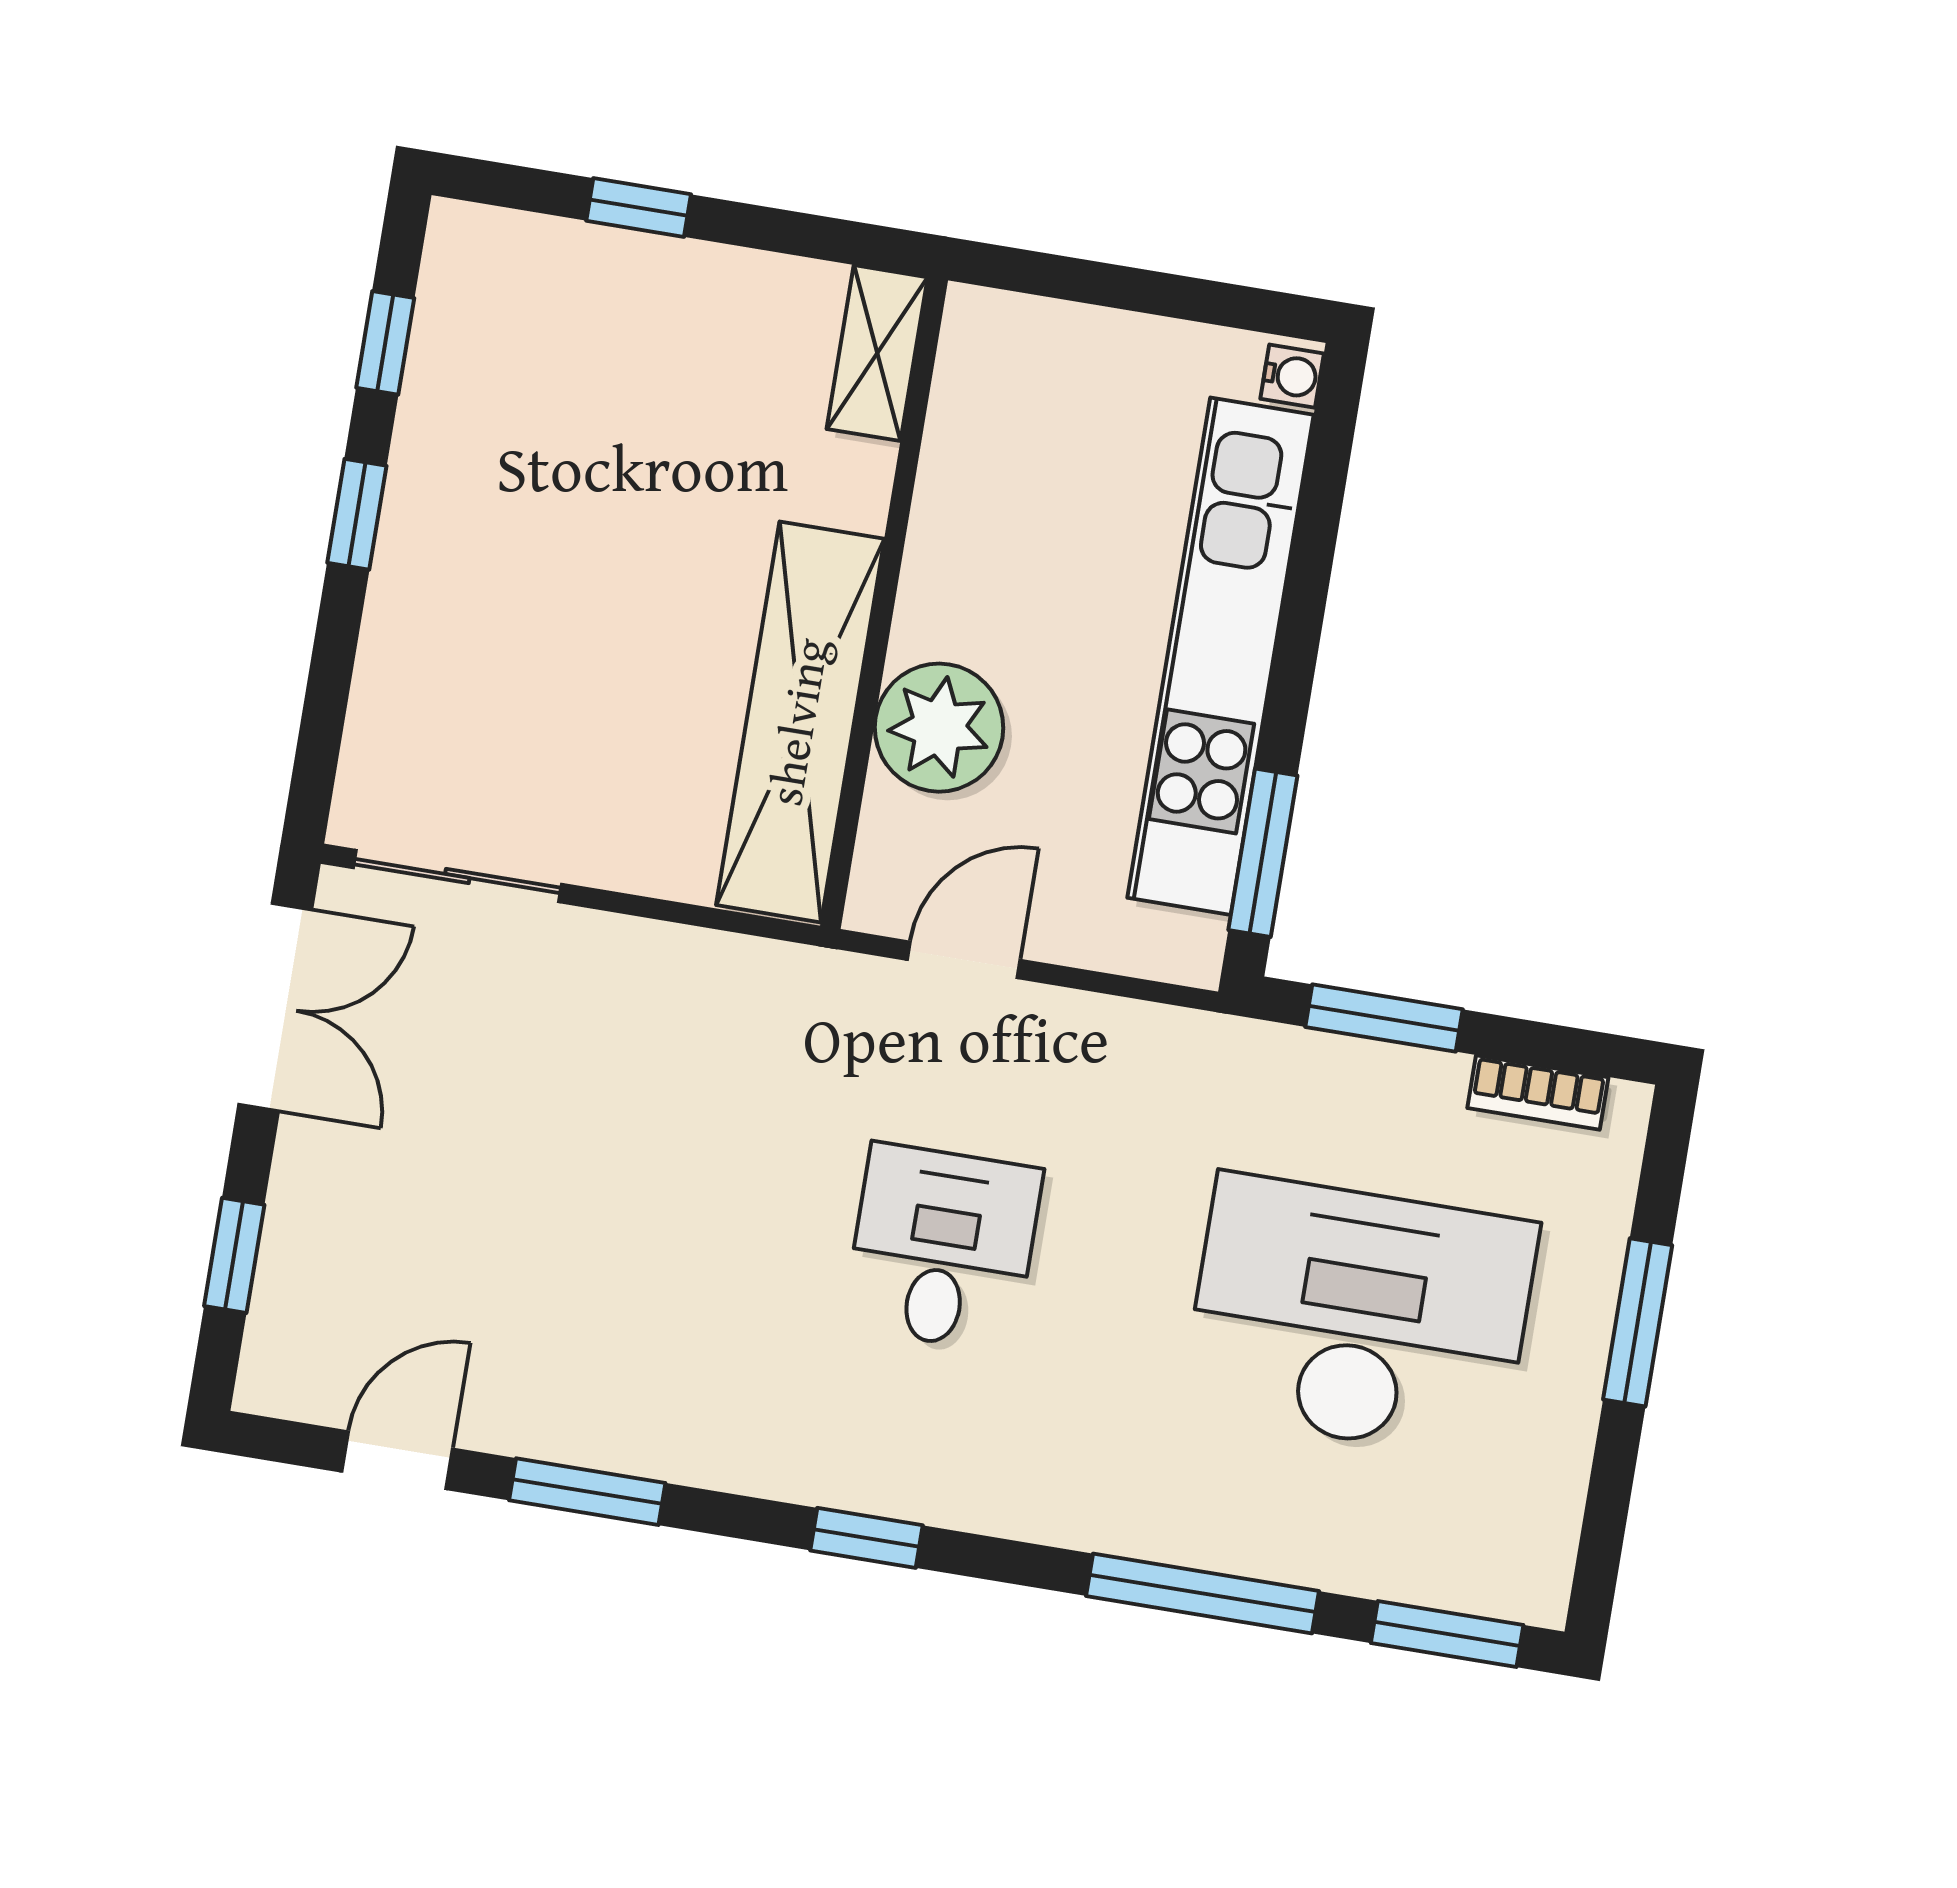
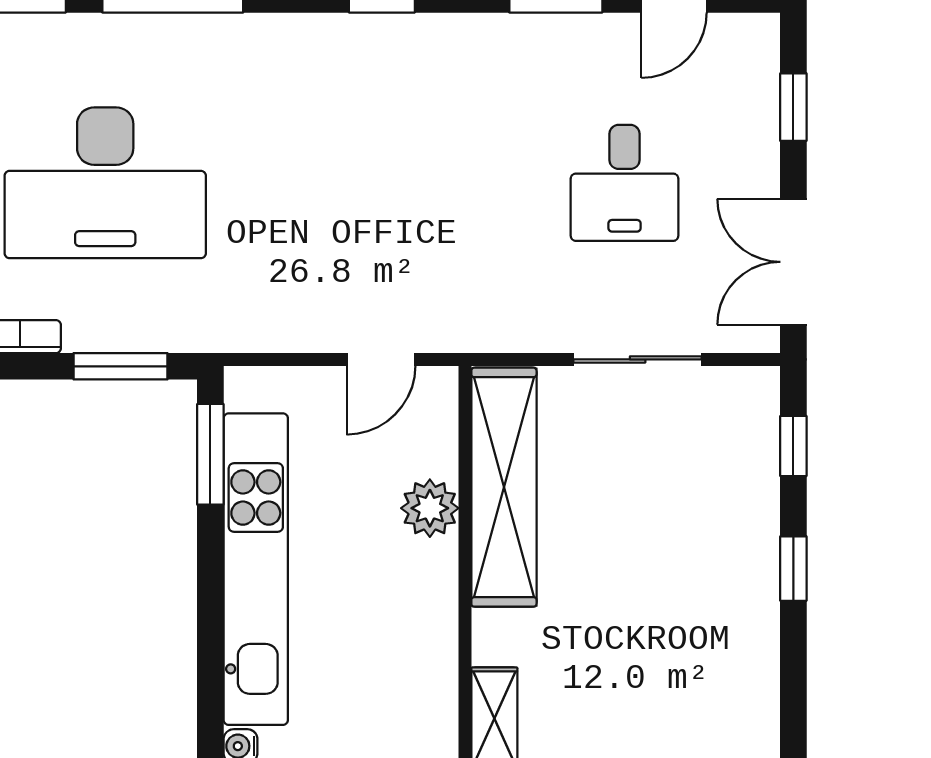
window: (385, 343) -> (793, 446), moved
plant: (939, 728) -> (430, 508), width x0.73, depth x0.73
sliding door: (457, 876) -> (638, 359), moved
desk: (943, 1248) -> (625, 183), moved

